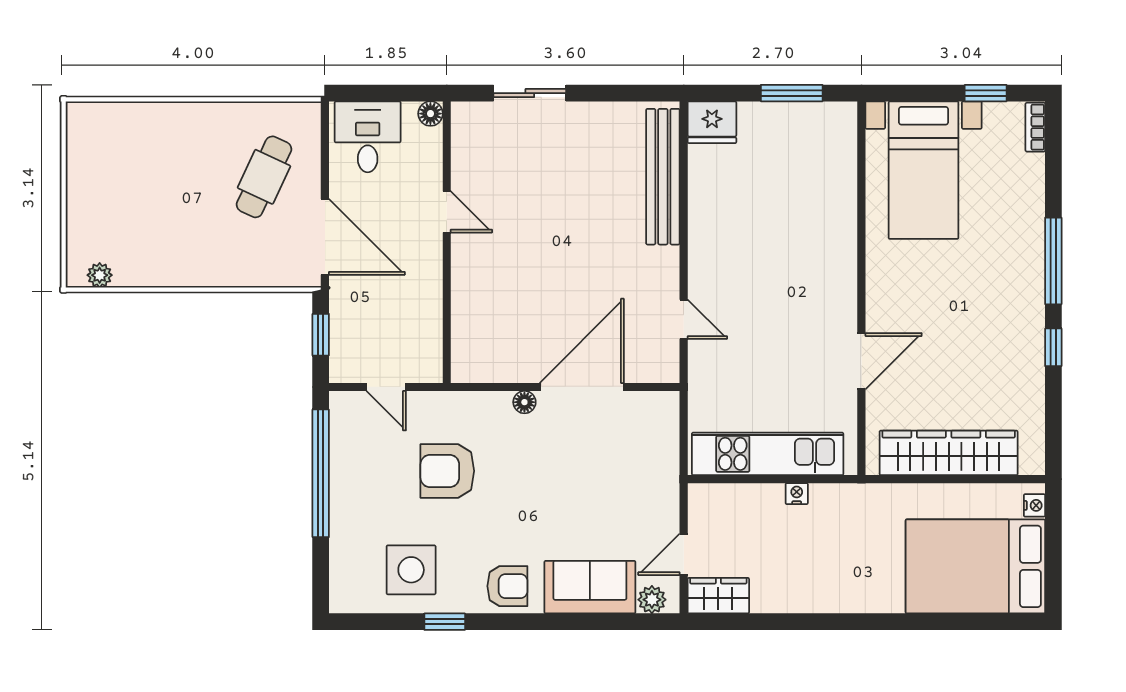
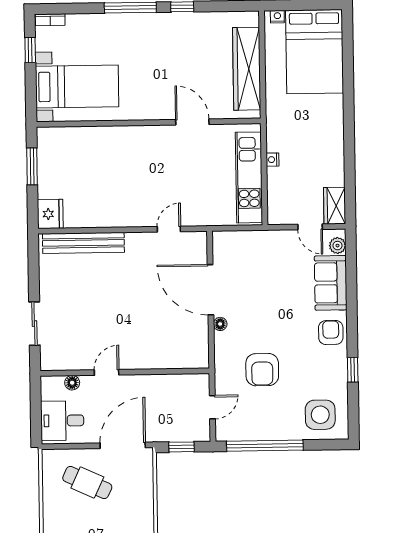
floor lamp: (430, 114) -> (72, 383), moved
side table: (411, 570) -> (320, 415), moved

